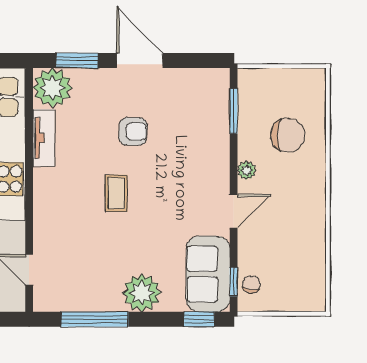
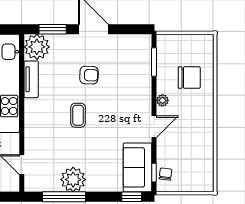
plant: (142, 293) -> (73, 180), moved

